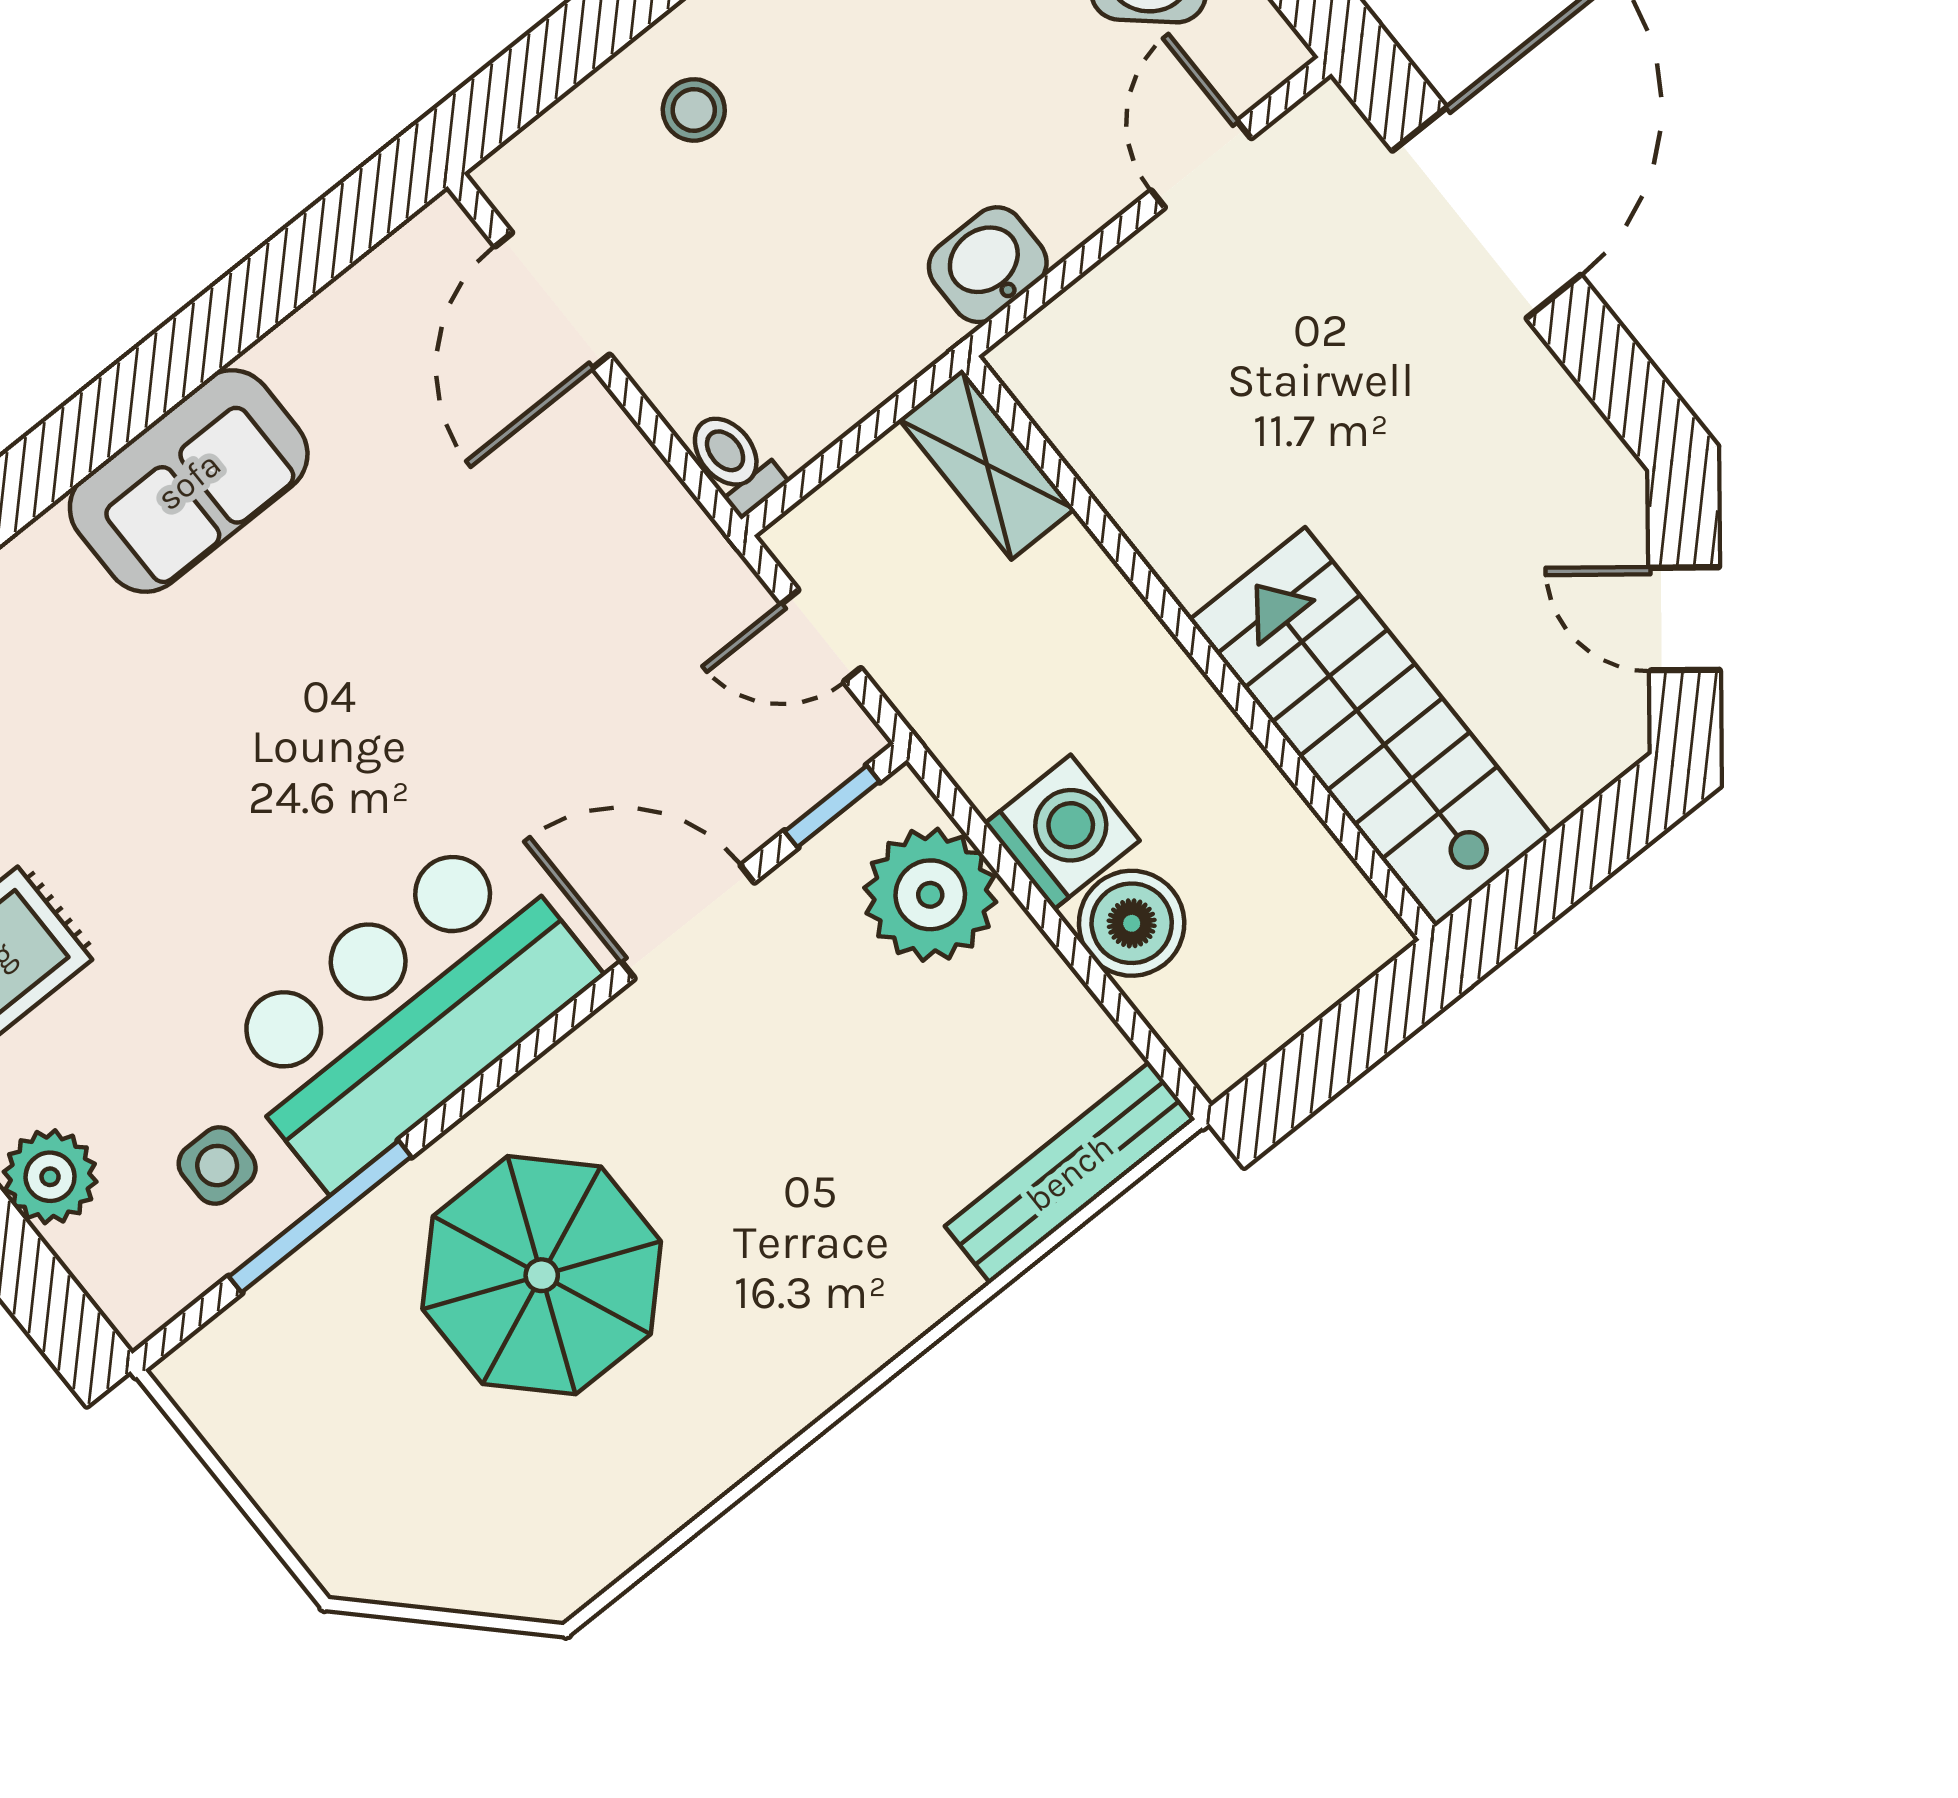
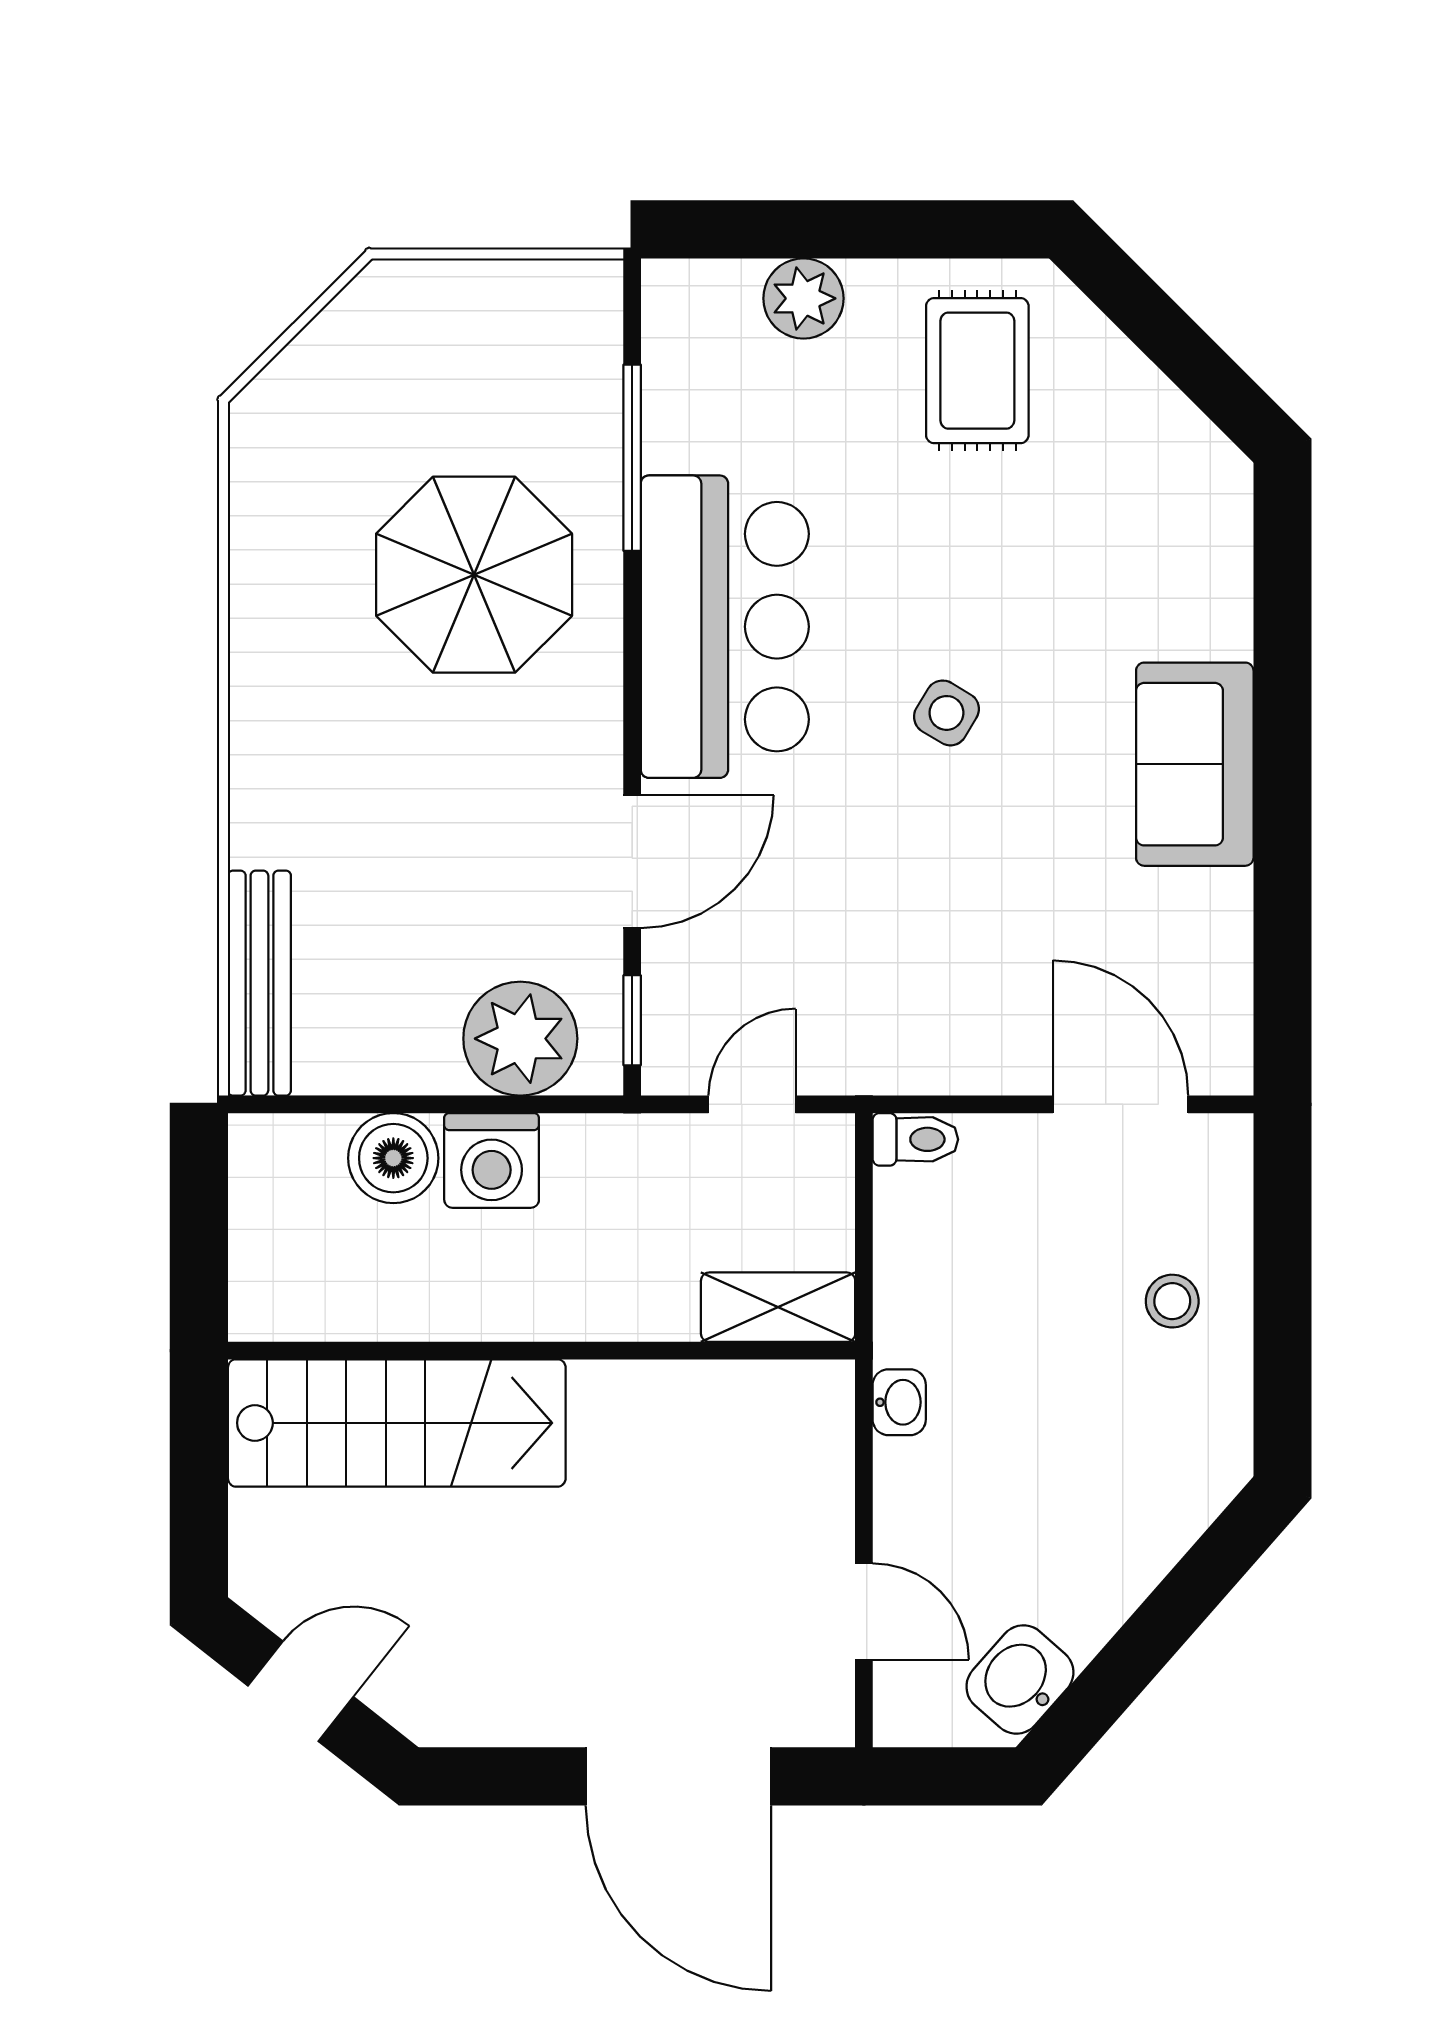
washbasin: (988, 265) -> (899, 1402), width x0.72, depth x0.69
side table: (217, 1166) -> (946, 713), moved, turned 31

